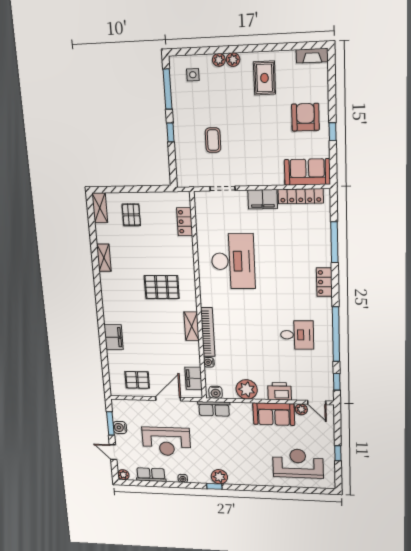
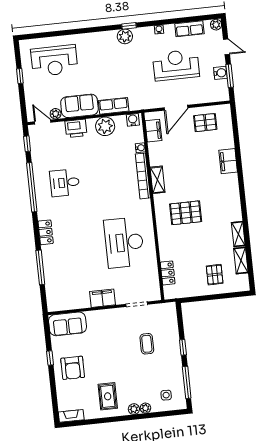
locker: (301, 196) -> (71, 304), removed
shelving: (100, 208) -> (241, 260), moved
row of seats: (214, 409) -> (114, 106), moved

